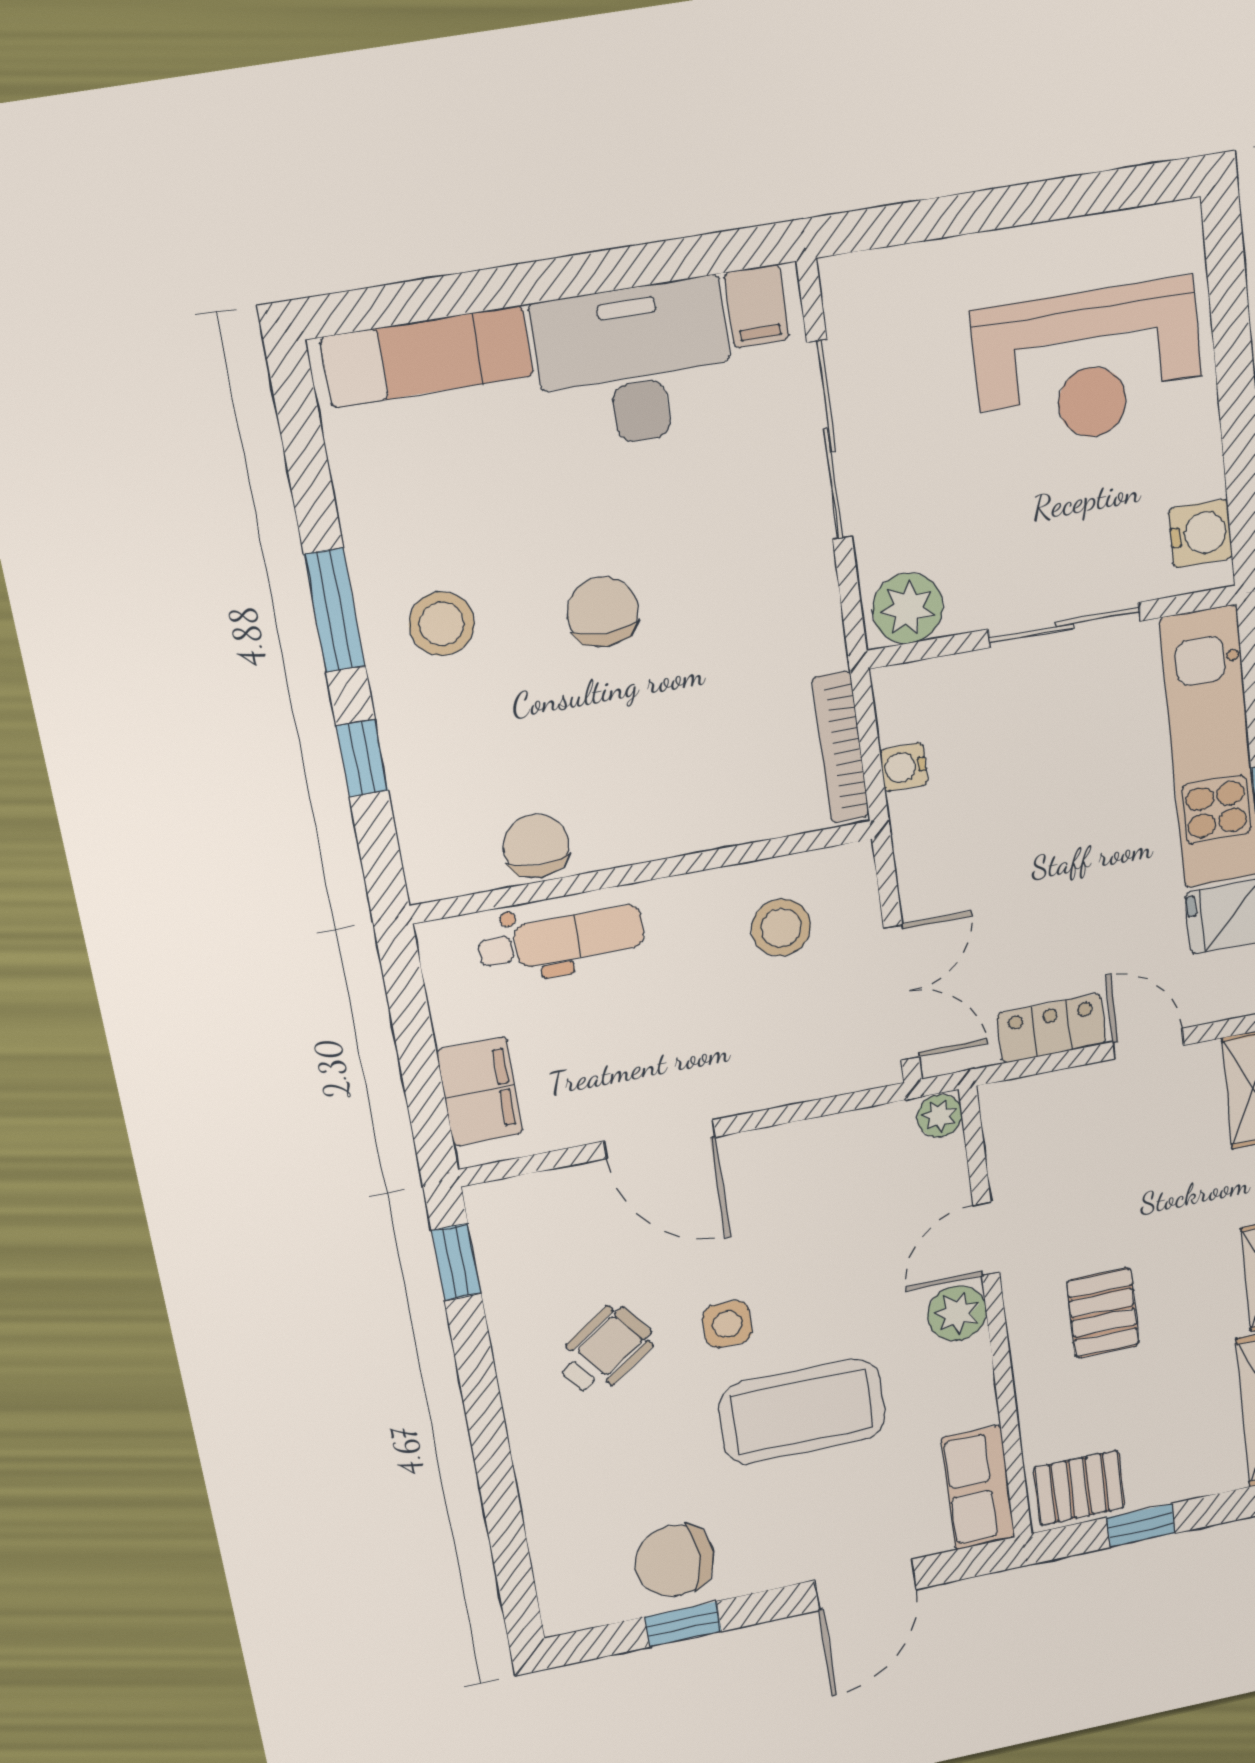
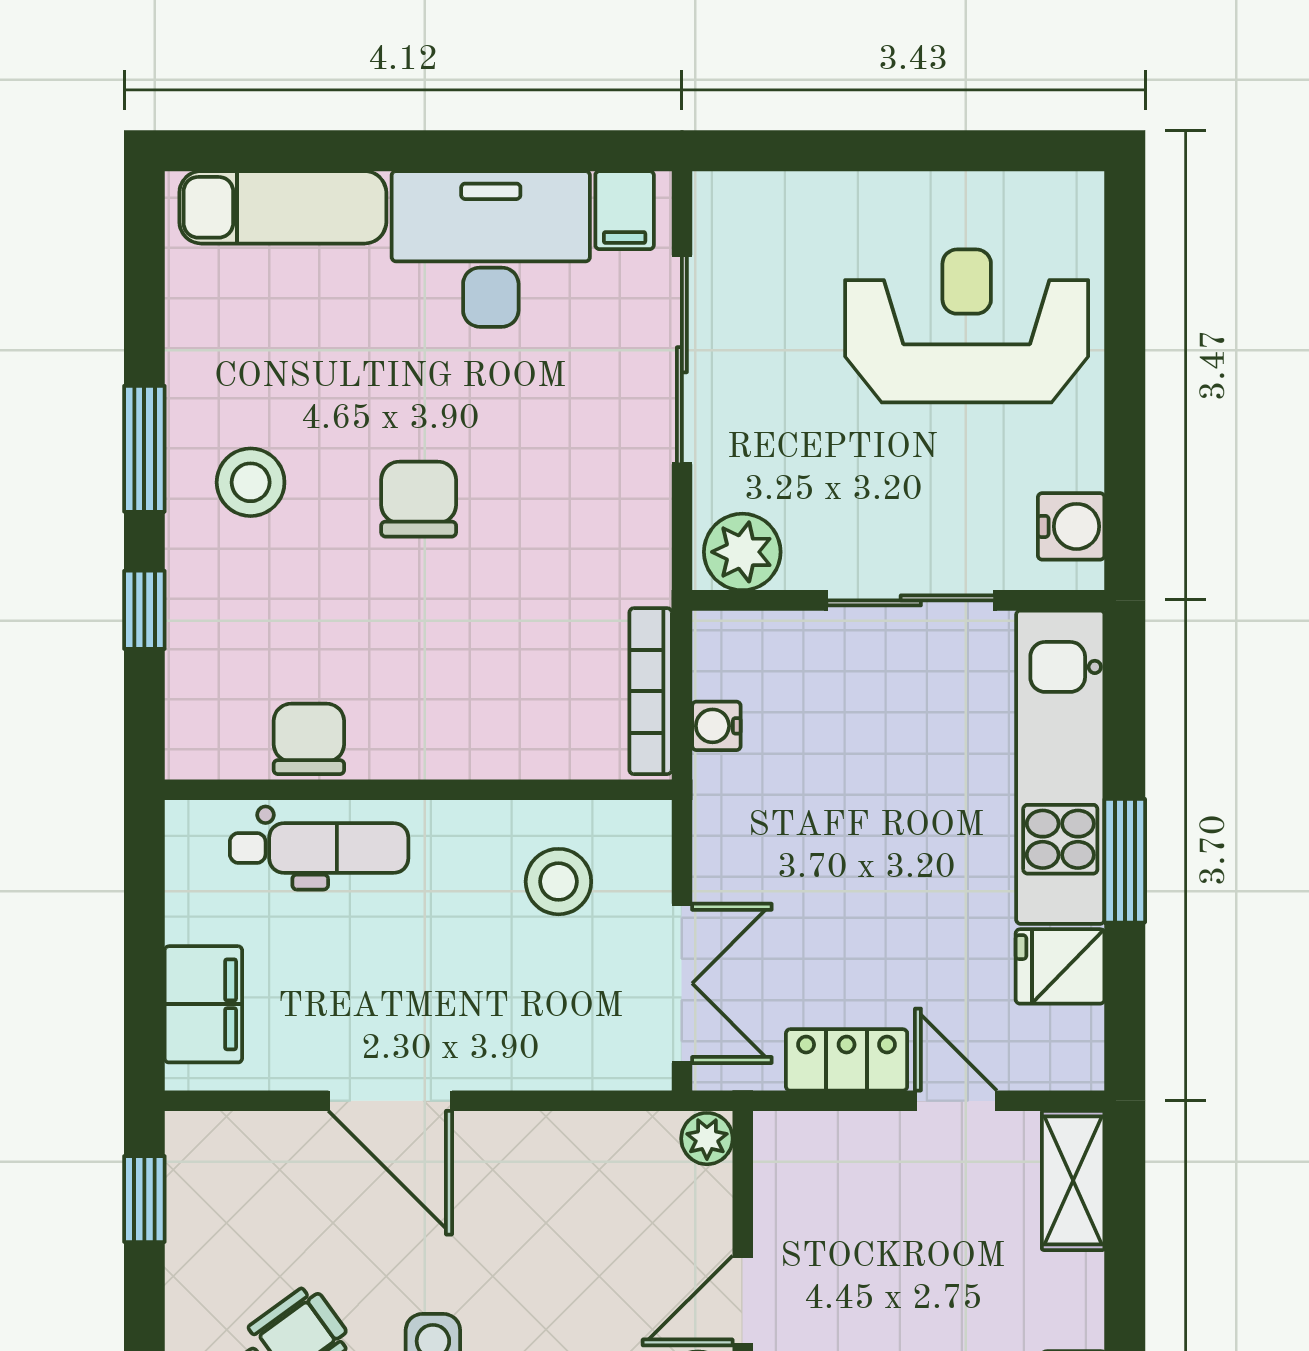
reception desk: (1089, 365) -> (967, 326), turned 180

